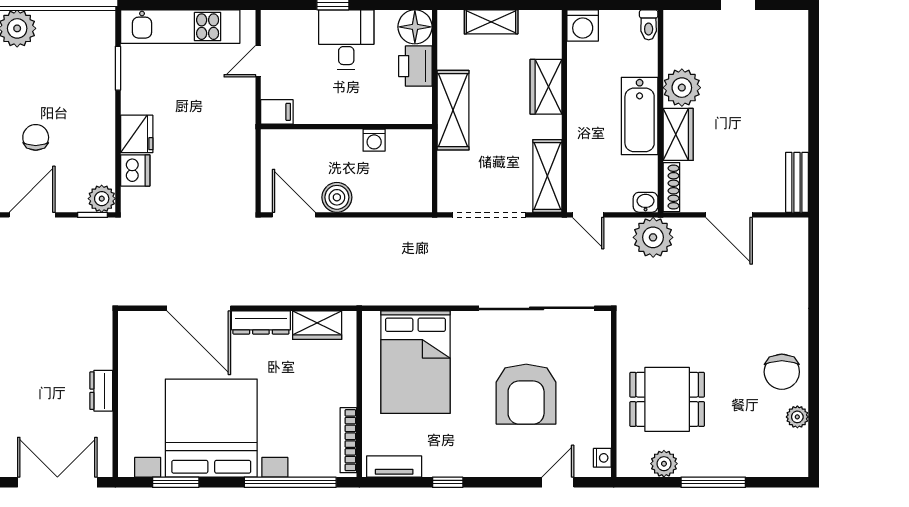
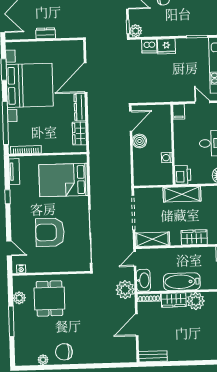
printer: (415, 66) -> (183, 175), moved, turned 90
washbasin: (646, 202) -> (143, 280), width x1.91, depth x1.45

